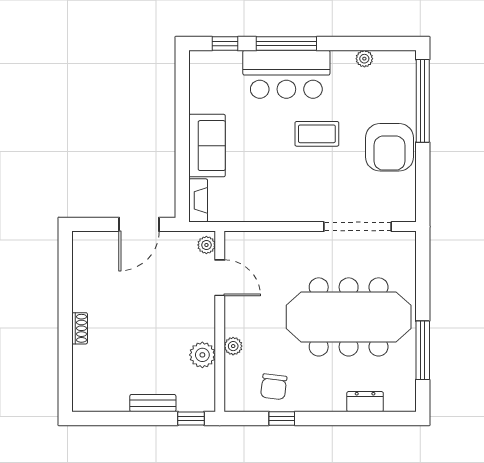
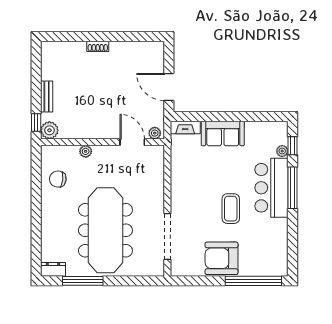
plant: (364, 59) -> (282, 151), moved
door: (220, 278) -> (132, 142), swing flipped
plant: (202, 355) -> (49, 130), moved
dresser: (365, 402) -> (53, 269), moved, turned -90
window: (282, 418) -> (36, 185), removed

